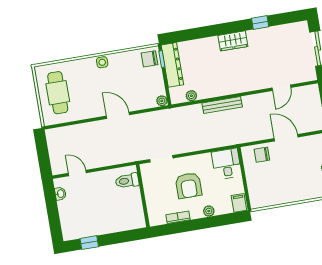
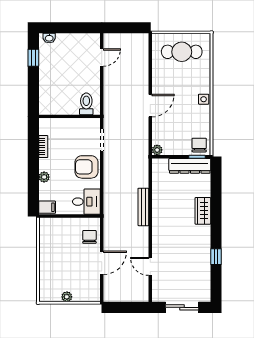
wardrobe: (233, 41) -> (203, 211), moved
plant: (191, 96) -> (157, 179), removed
armchair: (189, 185) -> (87, 167), moved
washbasin: (60, 194) -> (49, 38), moved

